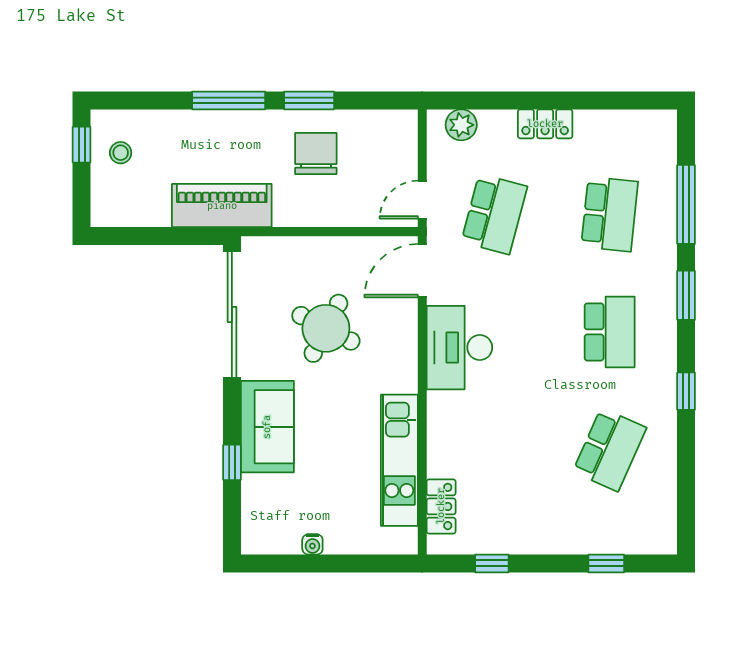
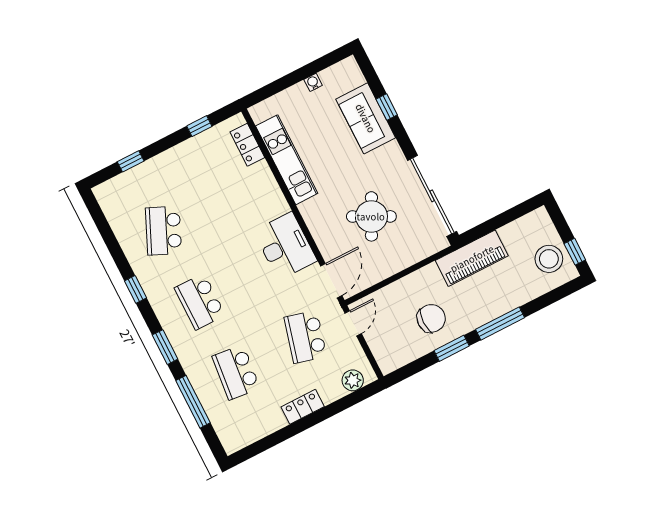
stool: (121, 153) -> (549, 259), width x1.89, depth x1.89
chair: (316, 153) -> (431, 318), turned -90
sofa: (267, 427) -> (366, 118), moved

